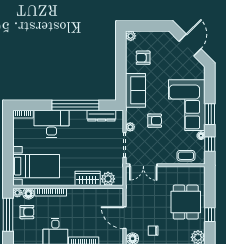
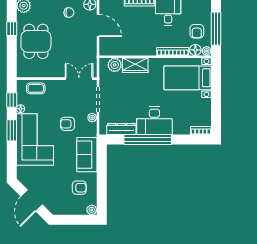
desk: (51, 124) -> (154, 121), moved
armchair: (27, 212) -> (197, 31), turned -90

